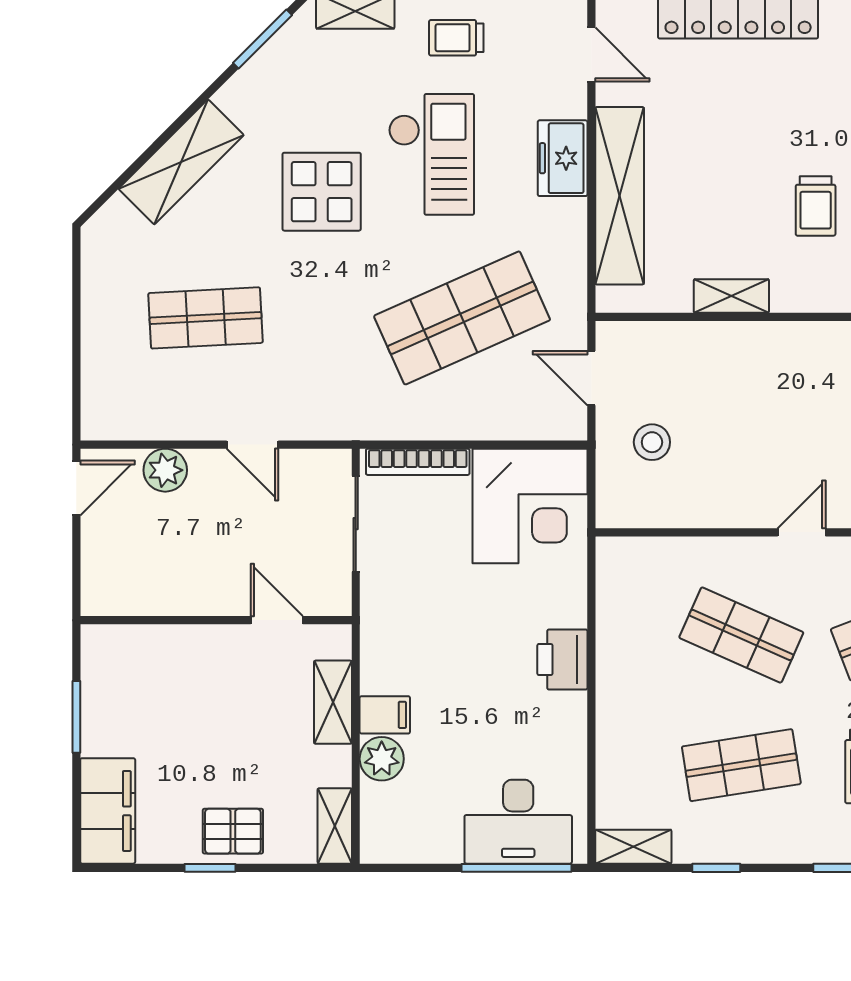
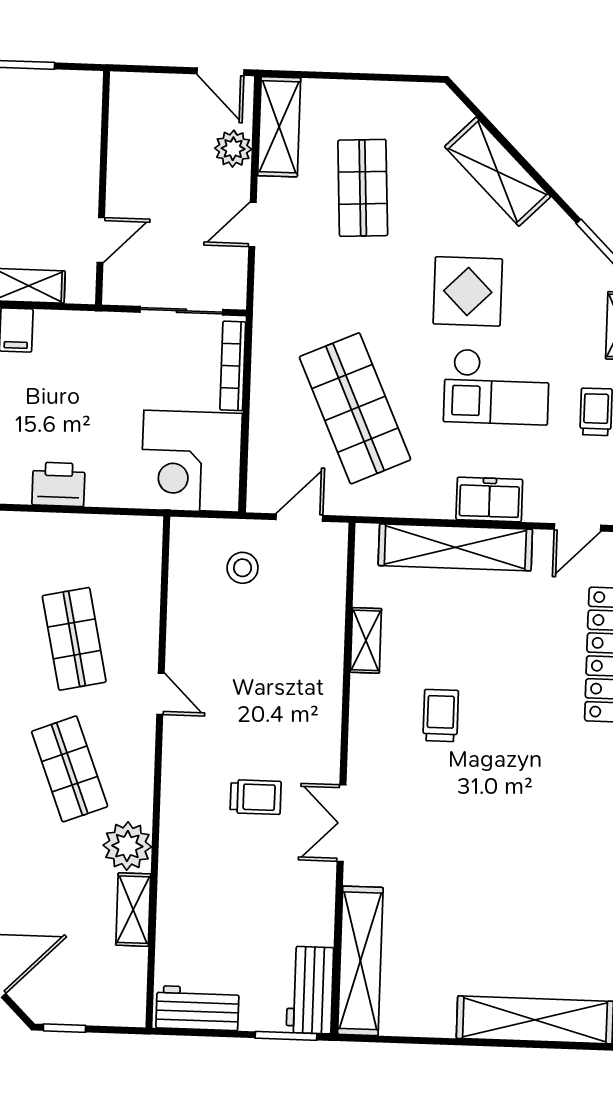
trolley: (816, 206) -> (441, 716), turned 90
shelving: (138, 418) -> (279, 127), added
shop shelf: (741, 635) -> (74, 639), turned -36

